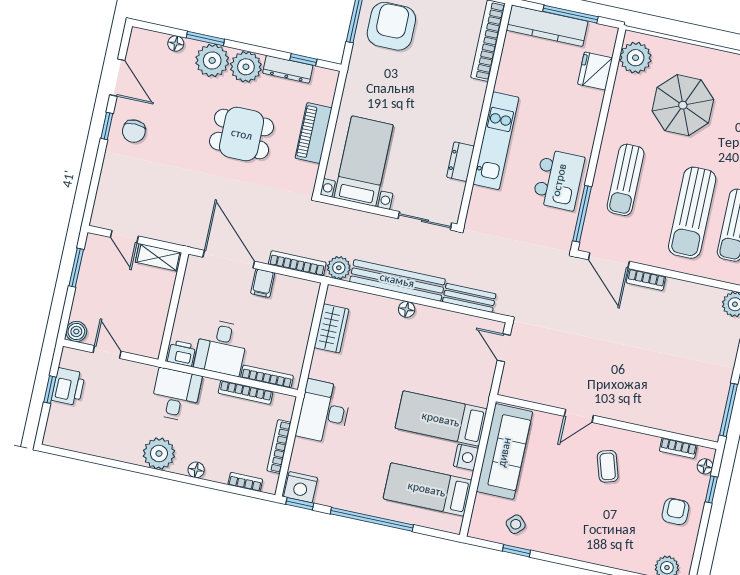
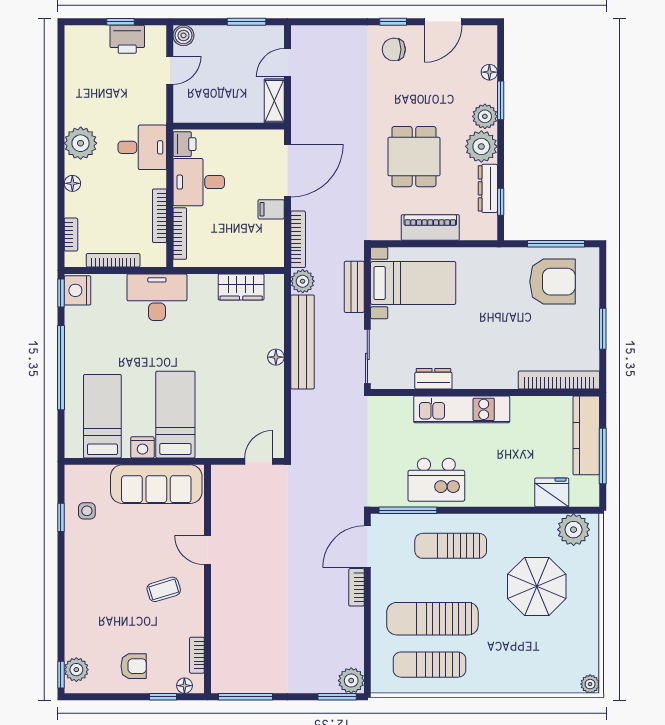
plant: (212, 60) -> (485, 116), width x0.73, depth x0.73
bench: (469, 298) -> (354, 287), moved
side table: (516, 524) -> (87, 511), turned 45

